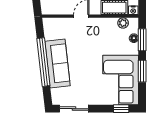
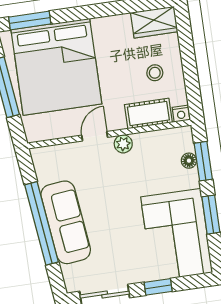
plant: (123, 23) -> (123, 144), moved
window: (121, 109) -> (158, 287), moved

